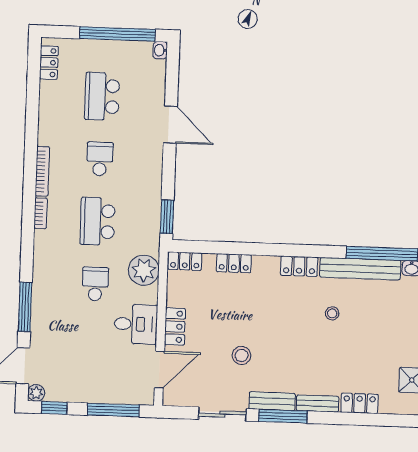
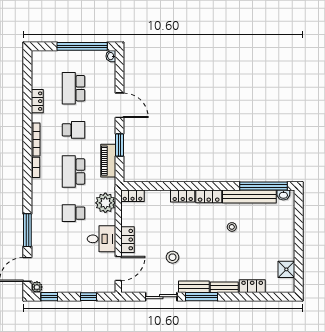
locker: (49, 63) -> (37, 101), moved
school desk: (100, 159) -> (73, 130), turned 90
piano: (150, 207) -> (108, 161), added
window: (167, 217) -> (120, 145), moved
locker: (234, 263) -> (183, 196), moved
school desk: (95, 284) -> (73, 213), turned -90
window: (113, 410) -> (89, 297), width x0.46

